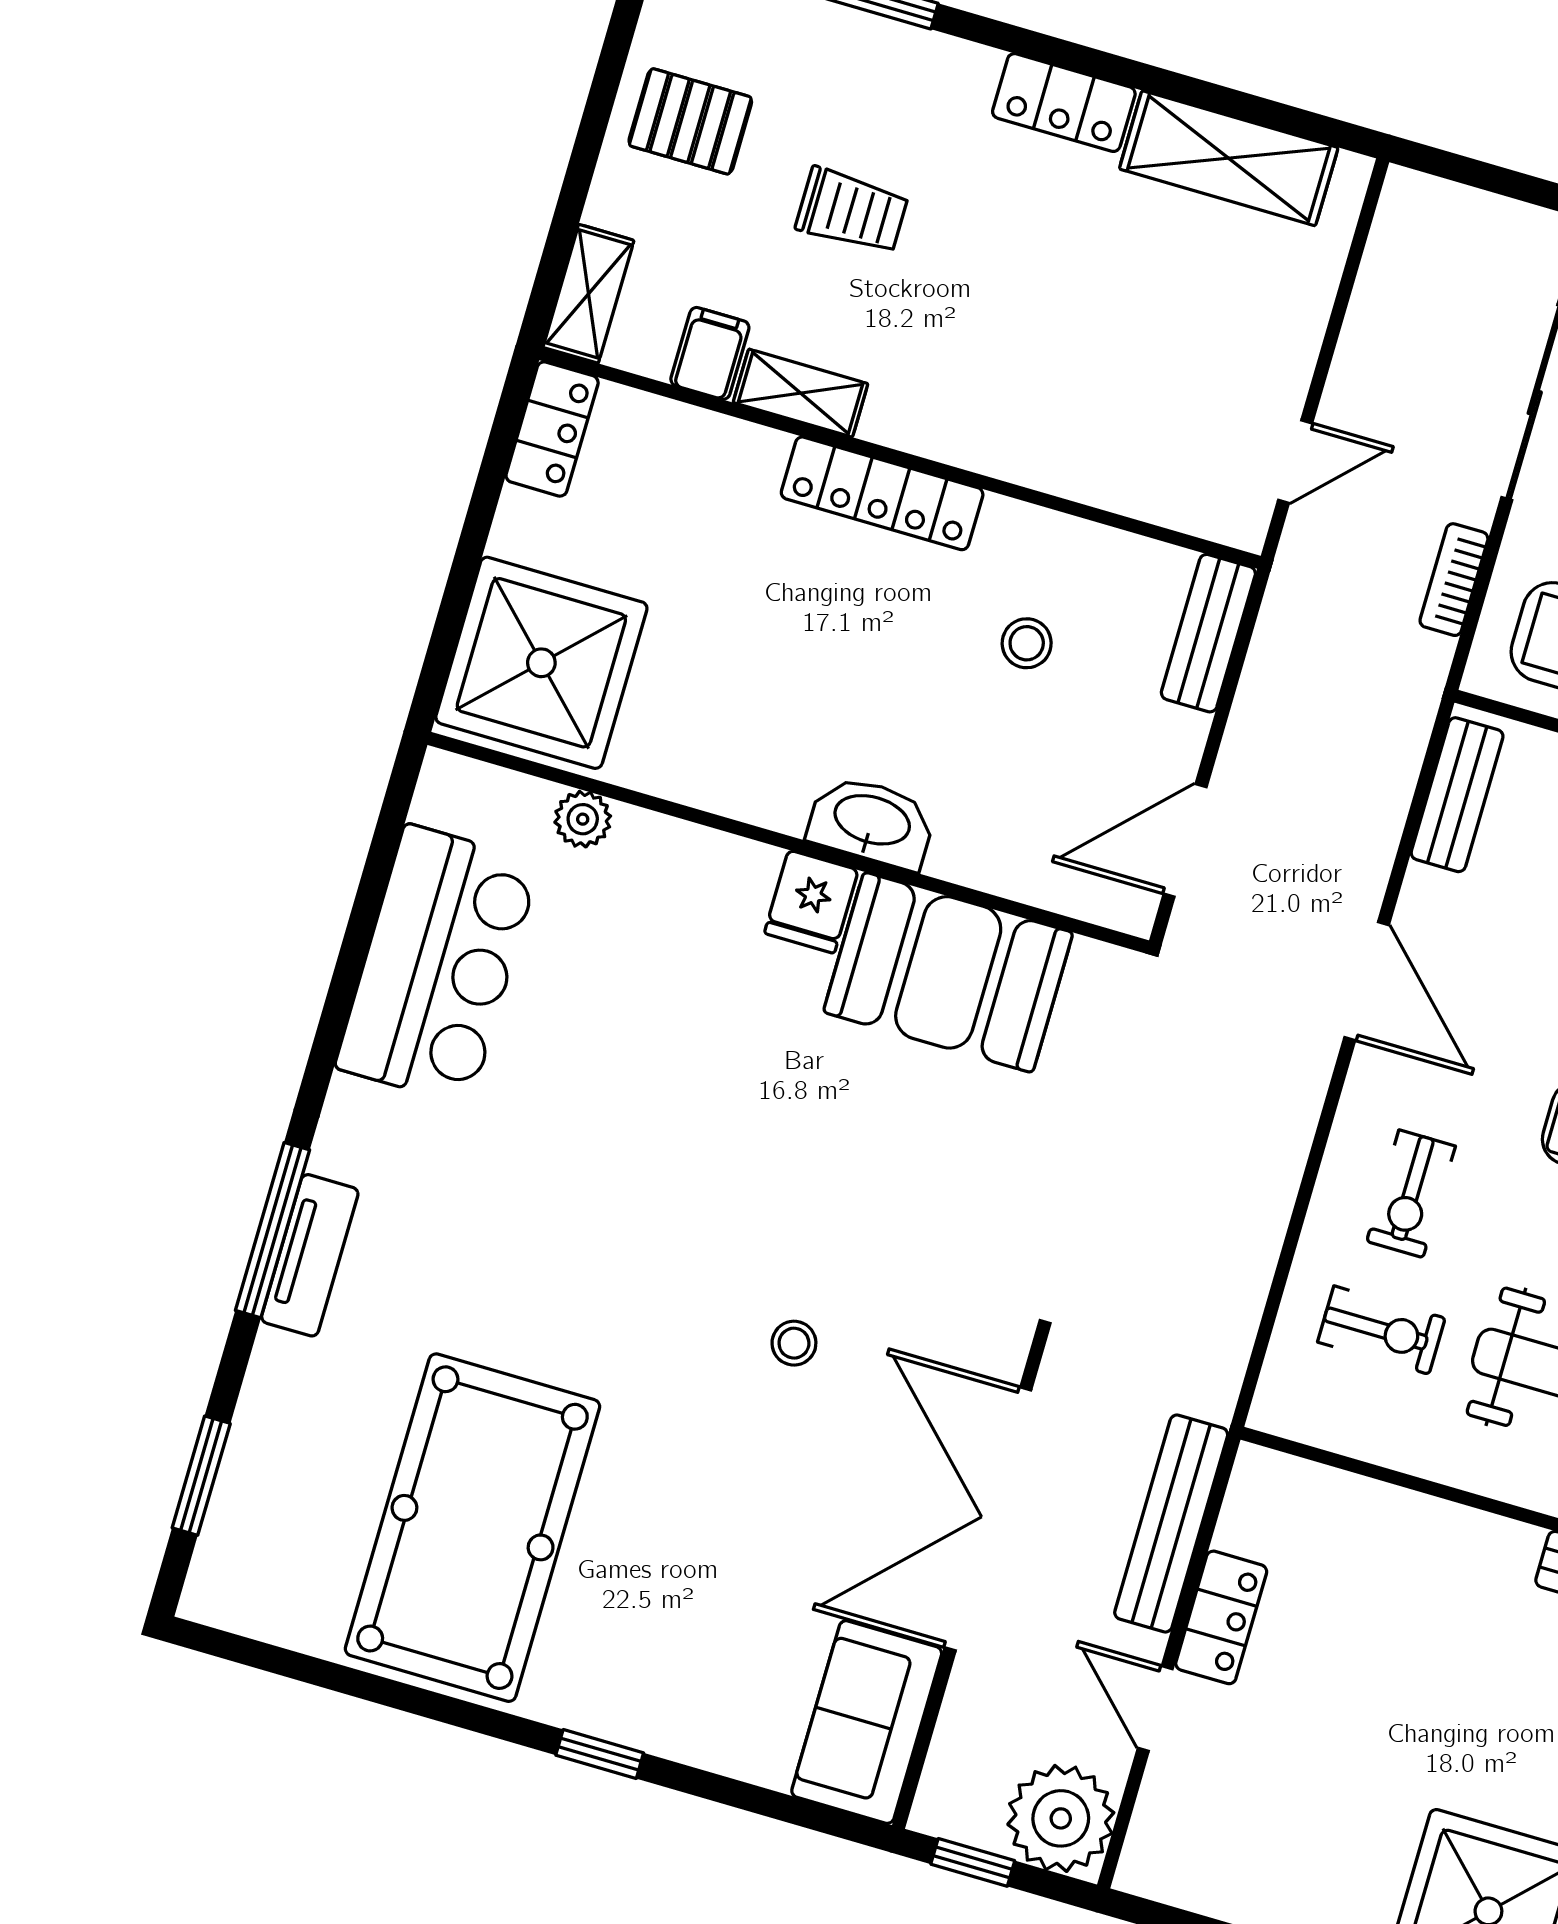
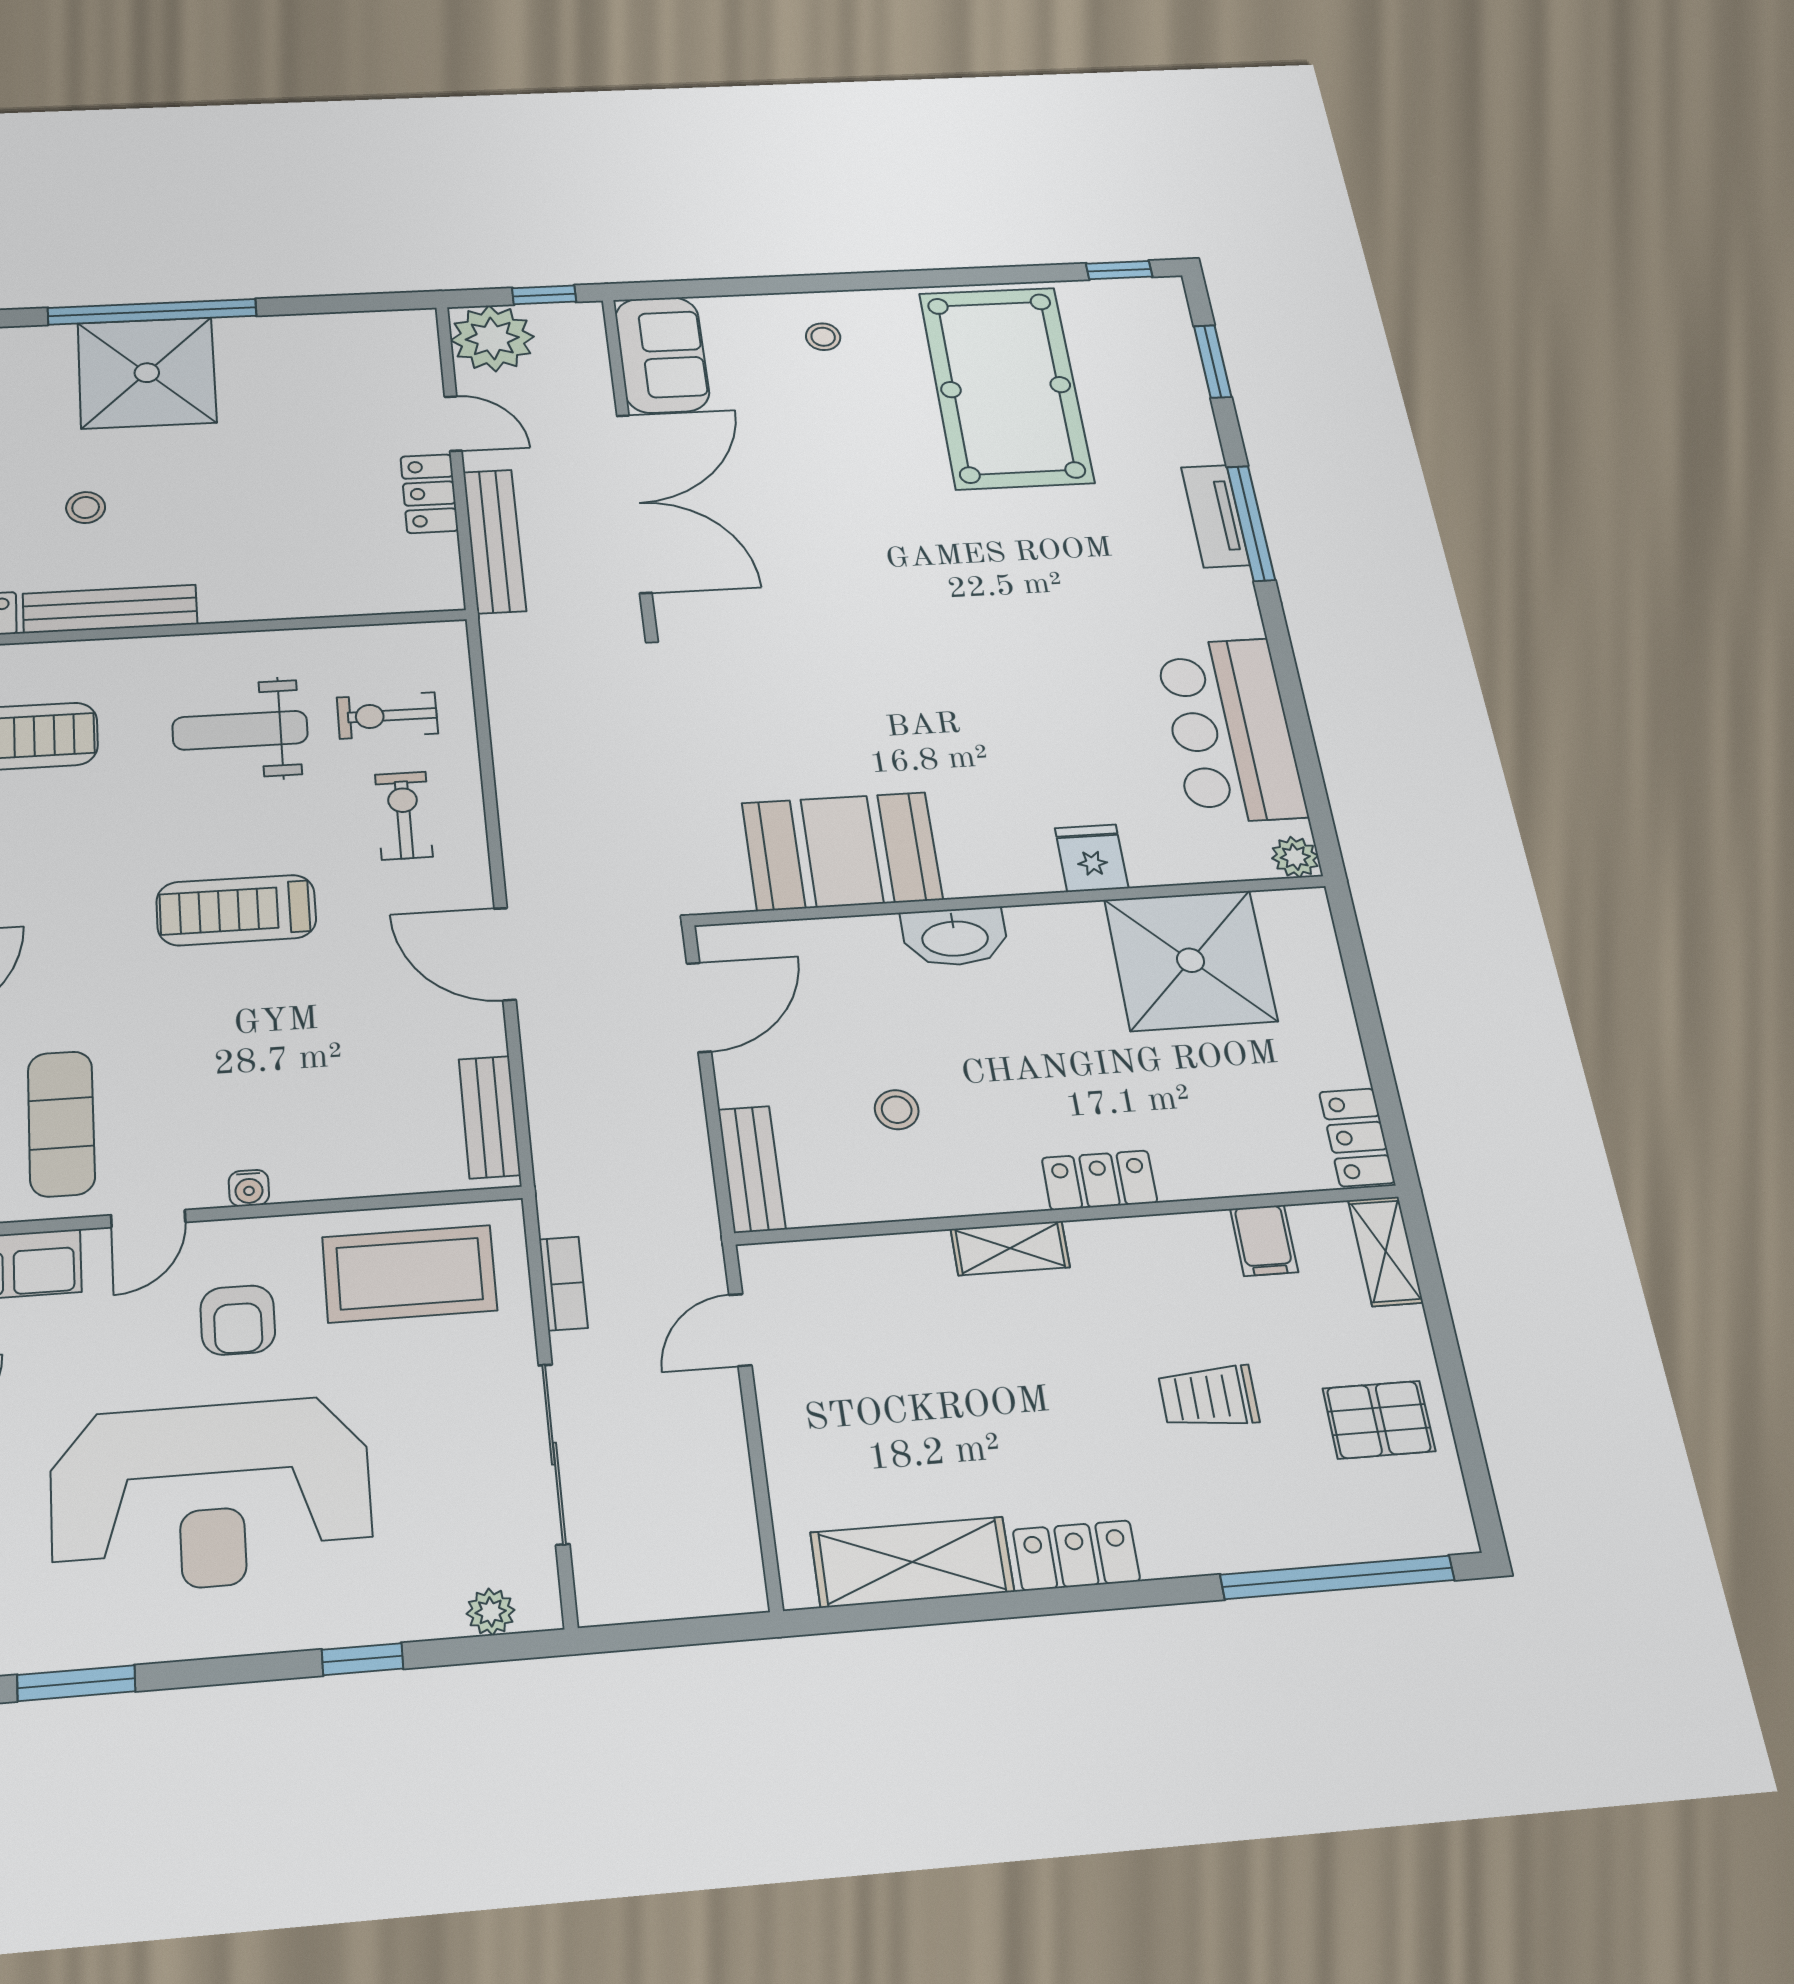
shelving: (800, 393) -> (1010, 1248), moved
locker: (882, 493) -> (1099, 1180), width x0.66
shower: (541, 663) -> (1191, 960), moved
plant: (583, 819) -> (1295, 857), moved
fridge: (811, 902) -> (1092, 858), moved
stool: (794, 1343) -> (823, 337), moved
window: (600, 1754) -> (1119, 270), moved

